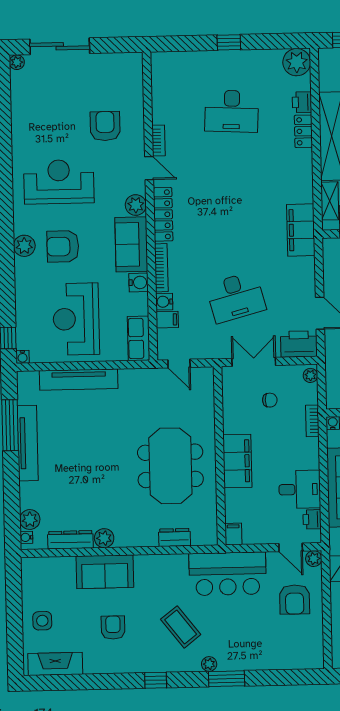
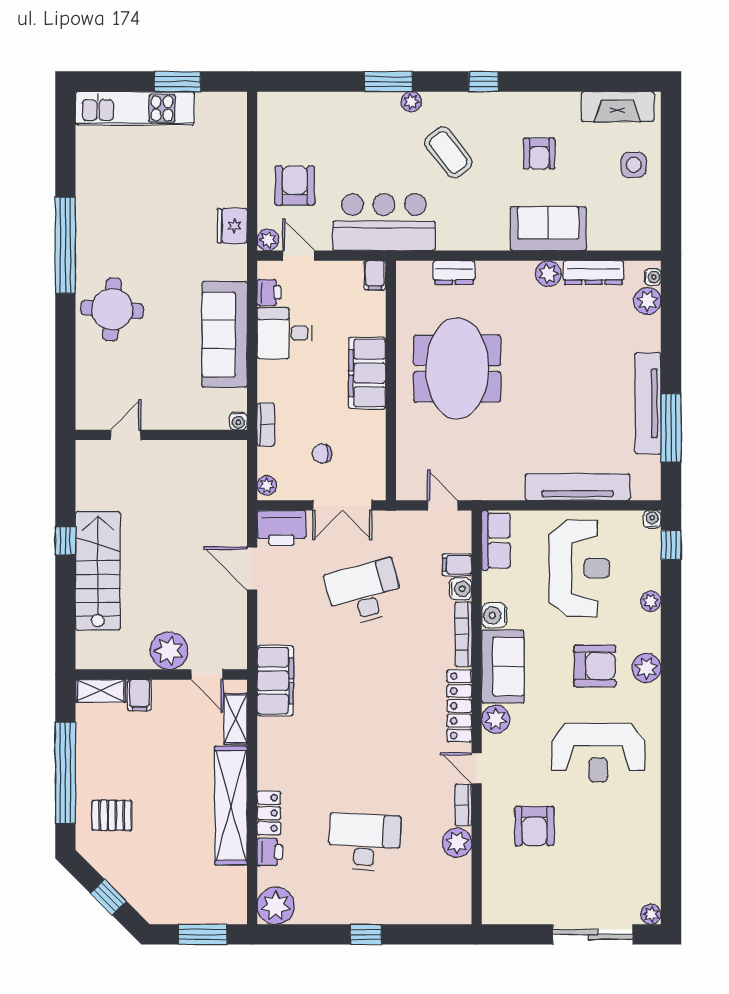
plant: (163, 112) -> (457, 843), added
plant: (22, 296) -> (651, 601), added

